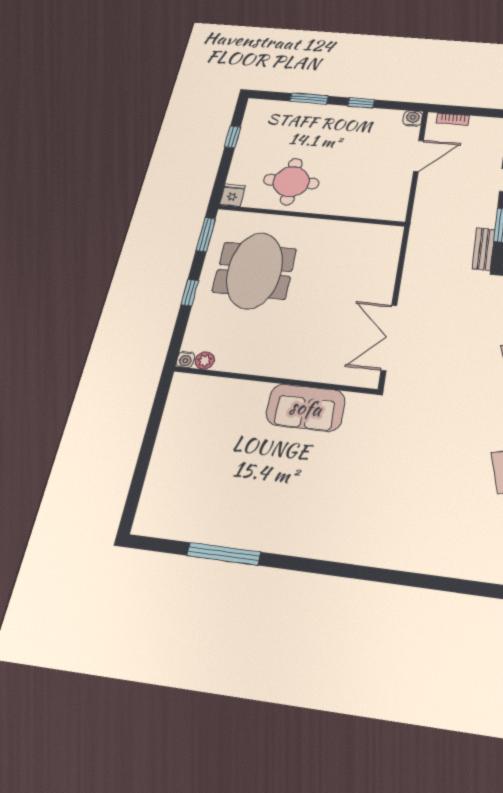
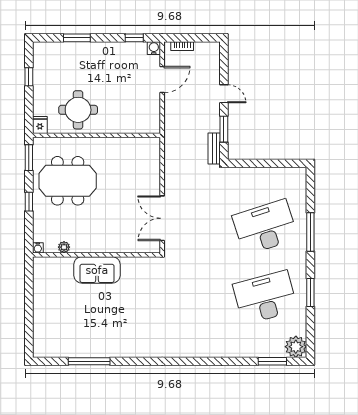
window: (361, 103) -> (134, 38), moved
meeting table: (255, 270) -> (68, 181), turned 90
plant: (205, 361) -> (64, 247), moved
sofa: (306, 408) -> (97, 270), moved

